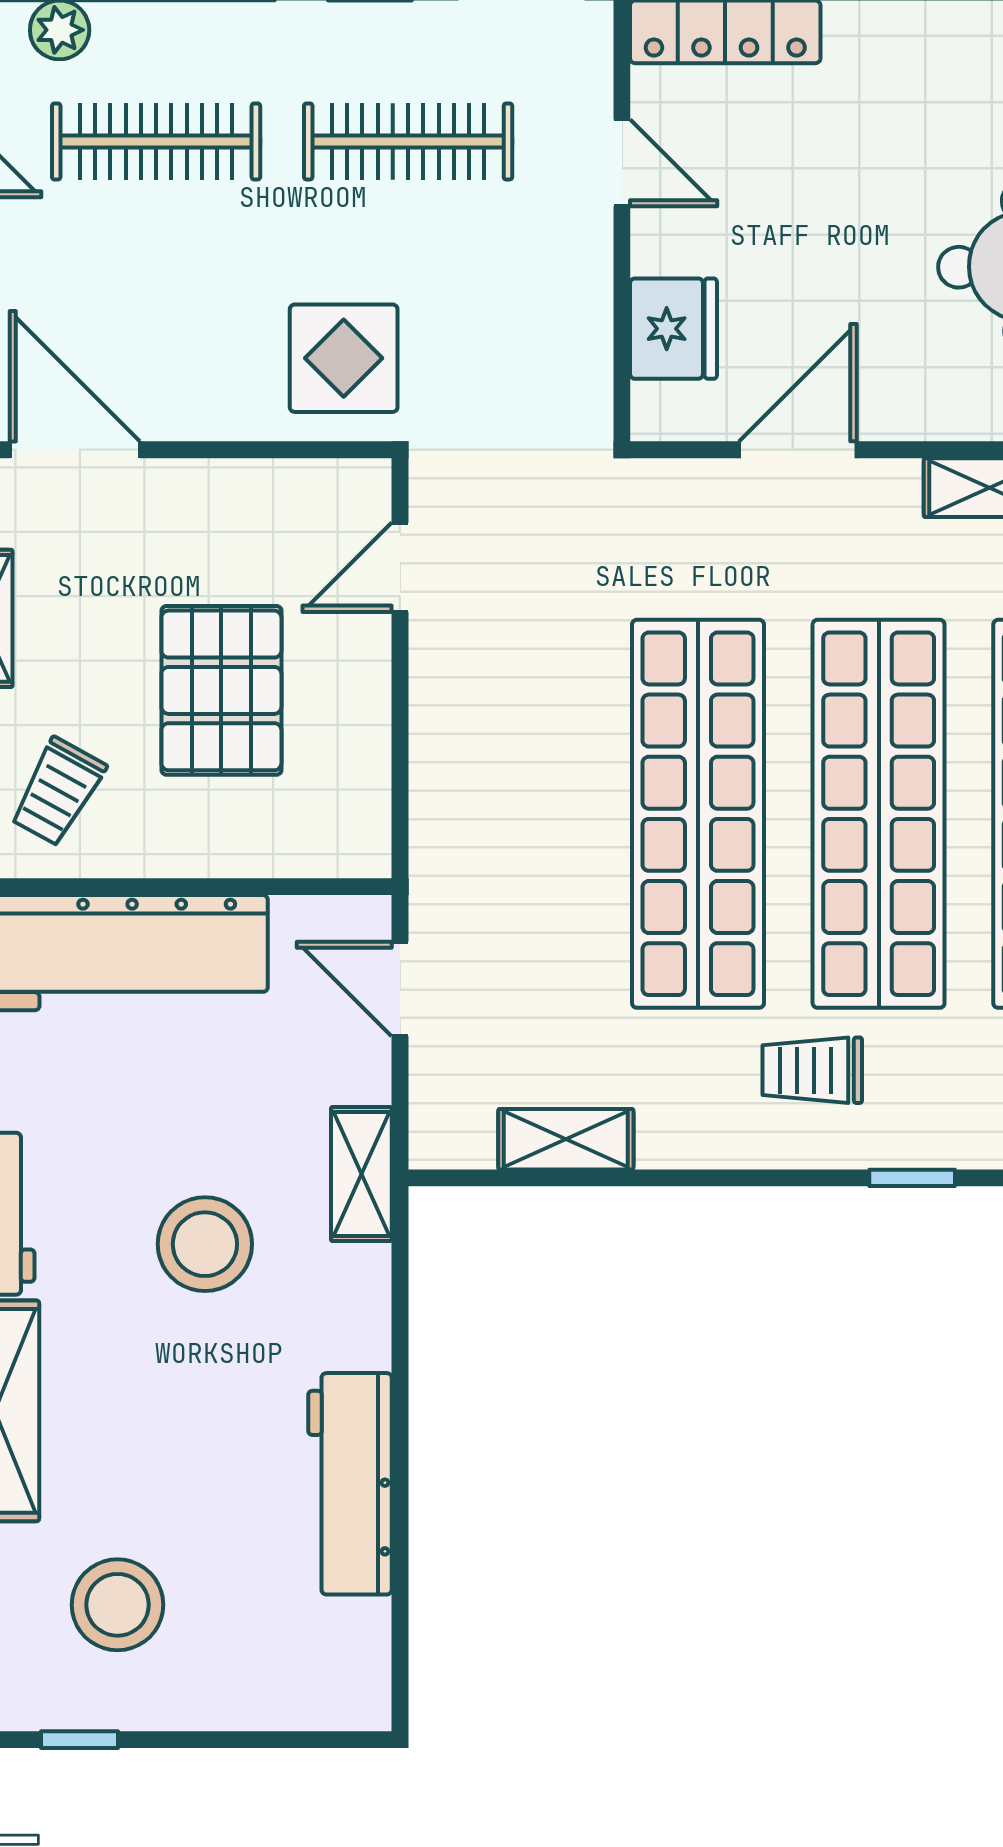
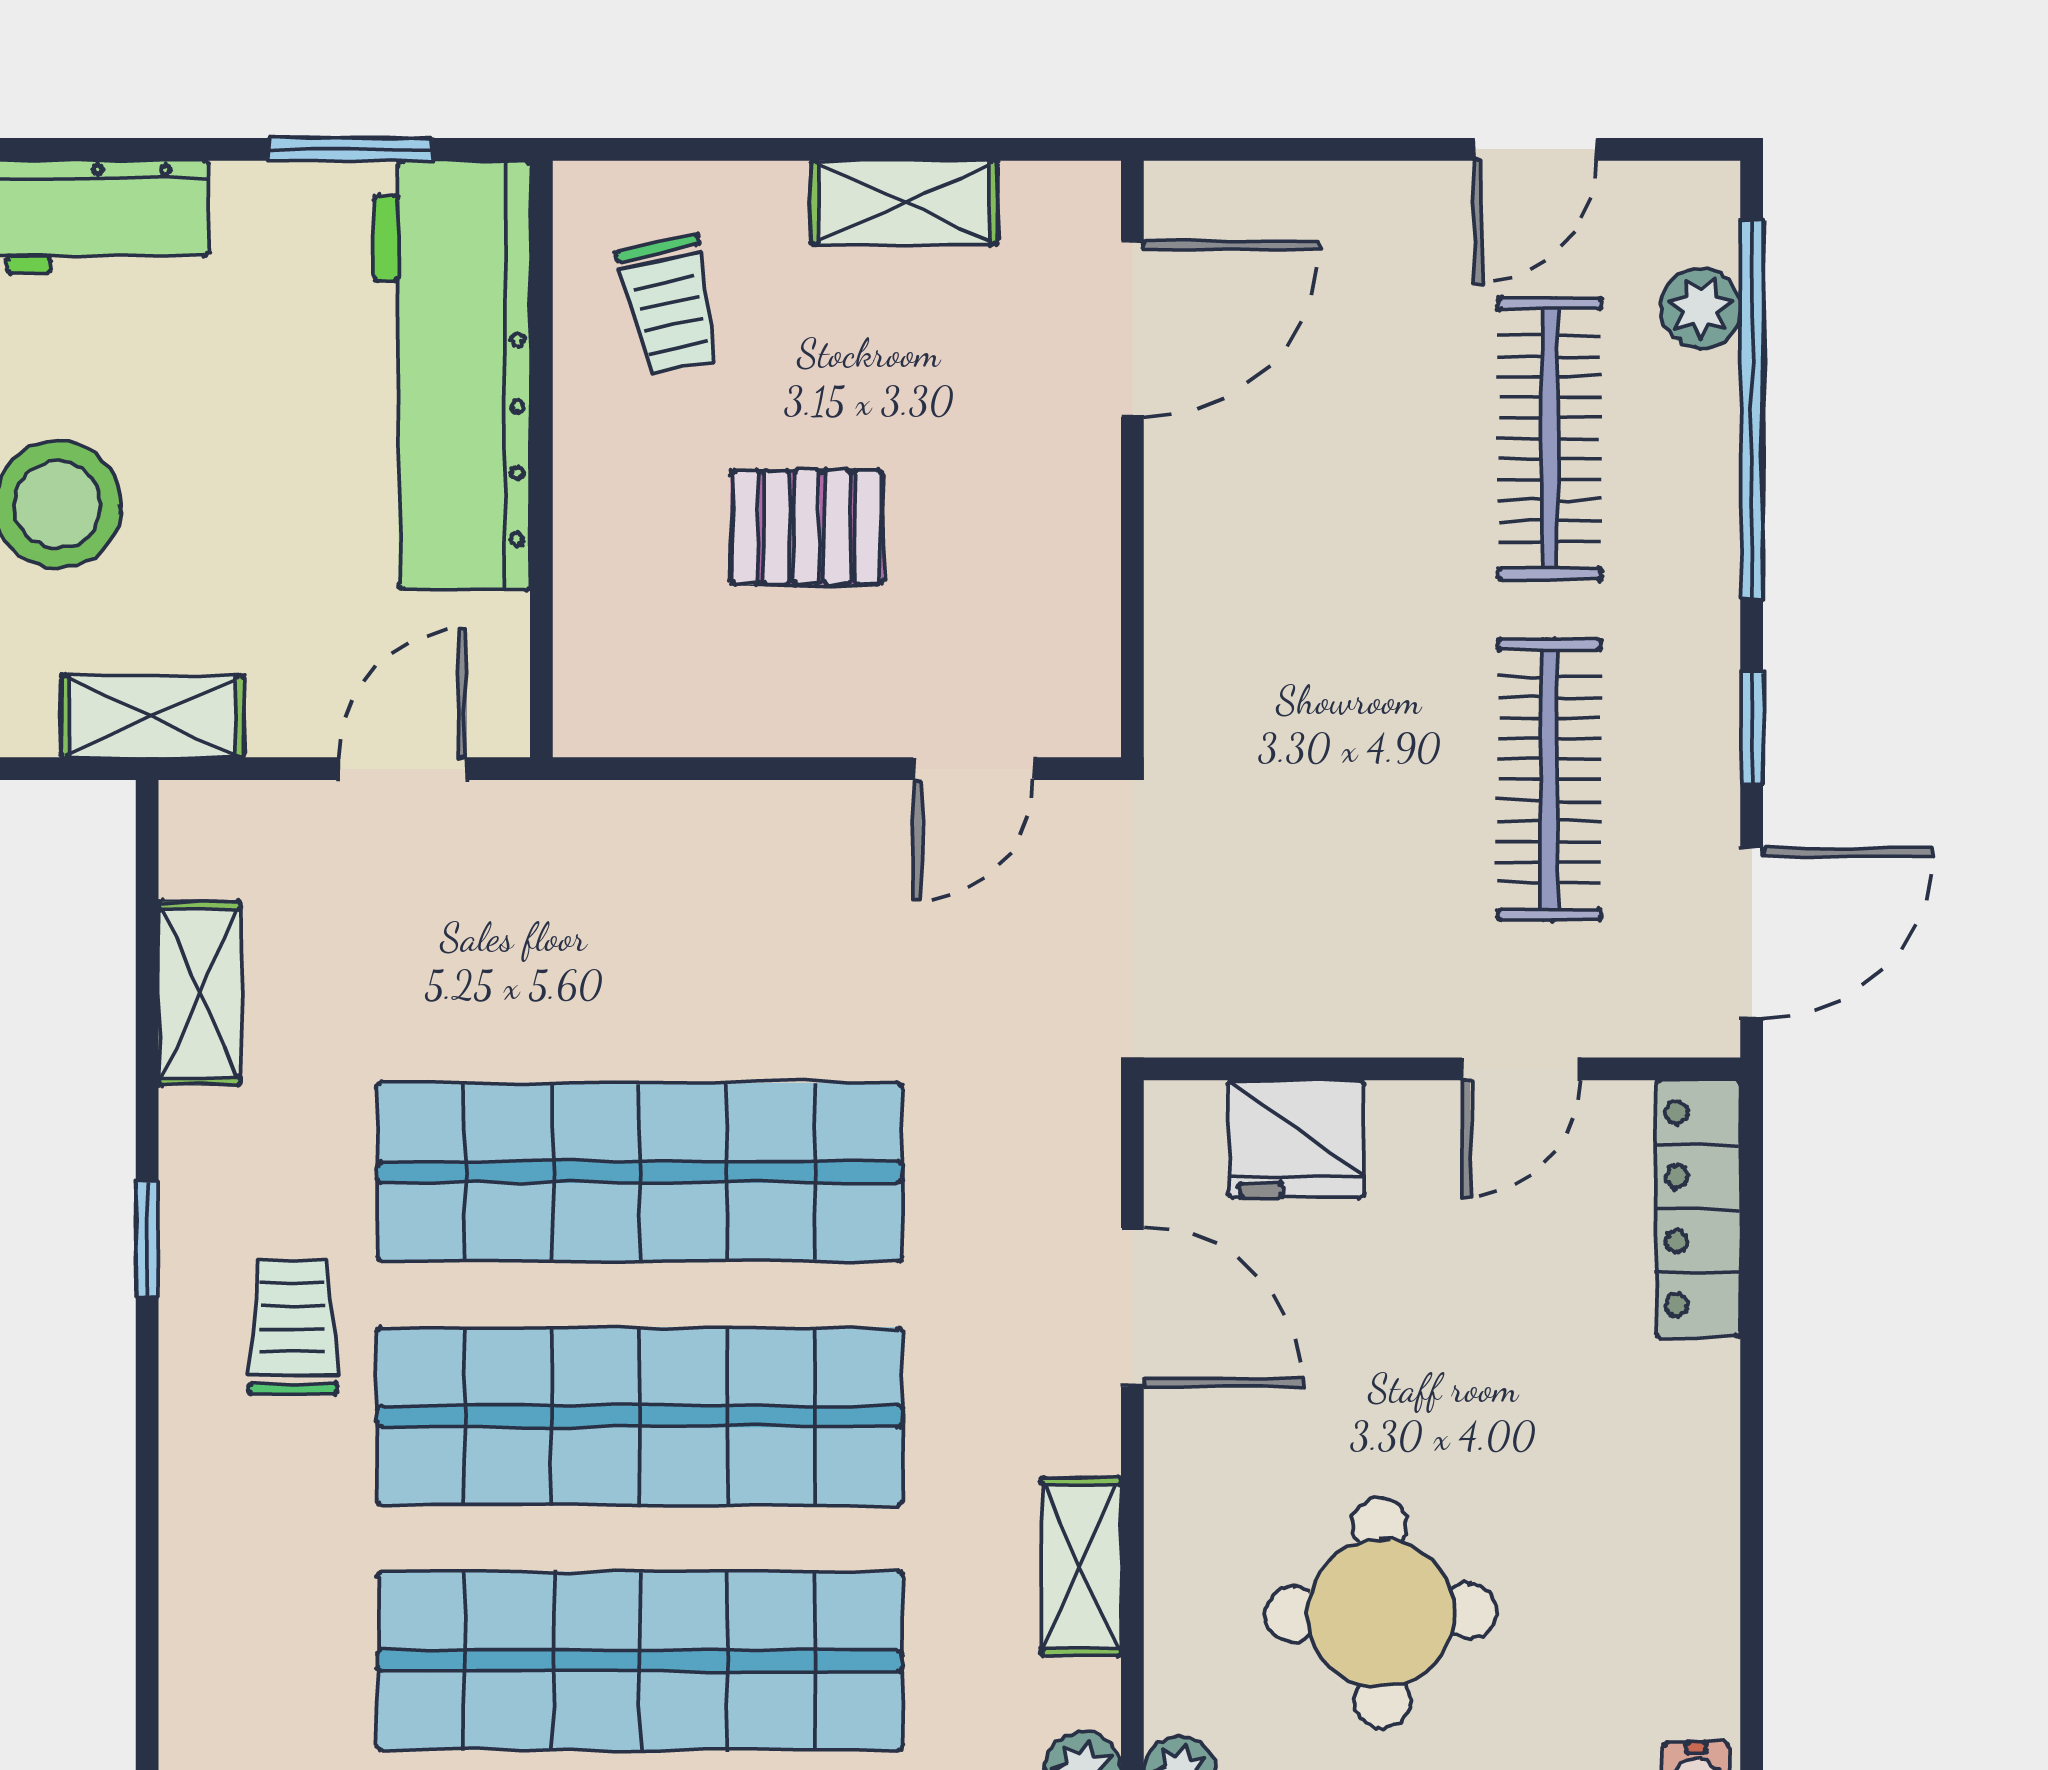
display table: (344, 358) -> (1256, 693), removed
door: (400, 567) -> (973, 769), swing flipped
pallet: (221, 690) -> (807, 527), width x0.67, depth x0.71
trolley: (58, 792) -> (670, 306), turned -131
window: (912, 1178) -> (147, 1239), moved

